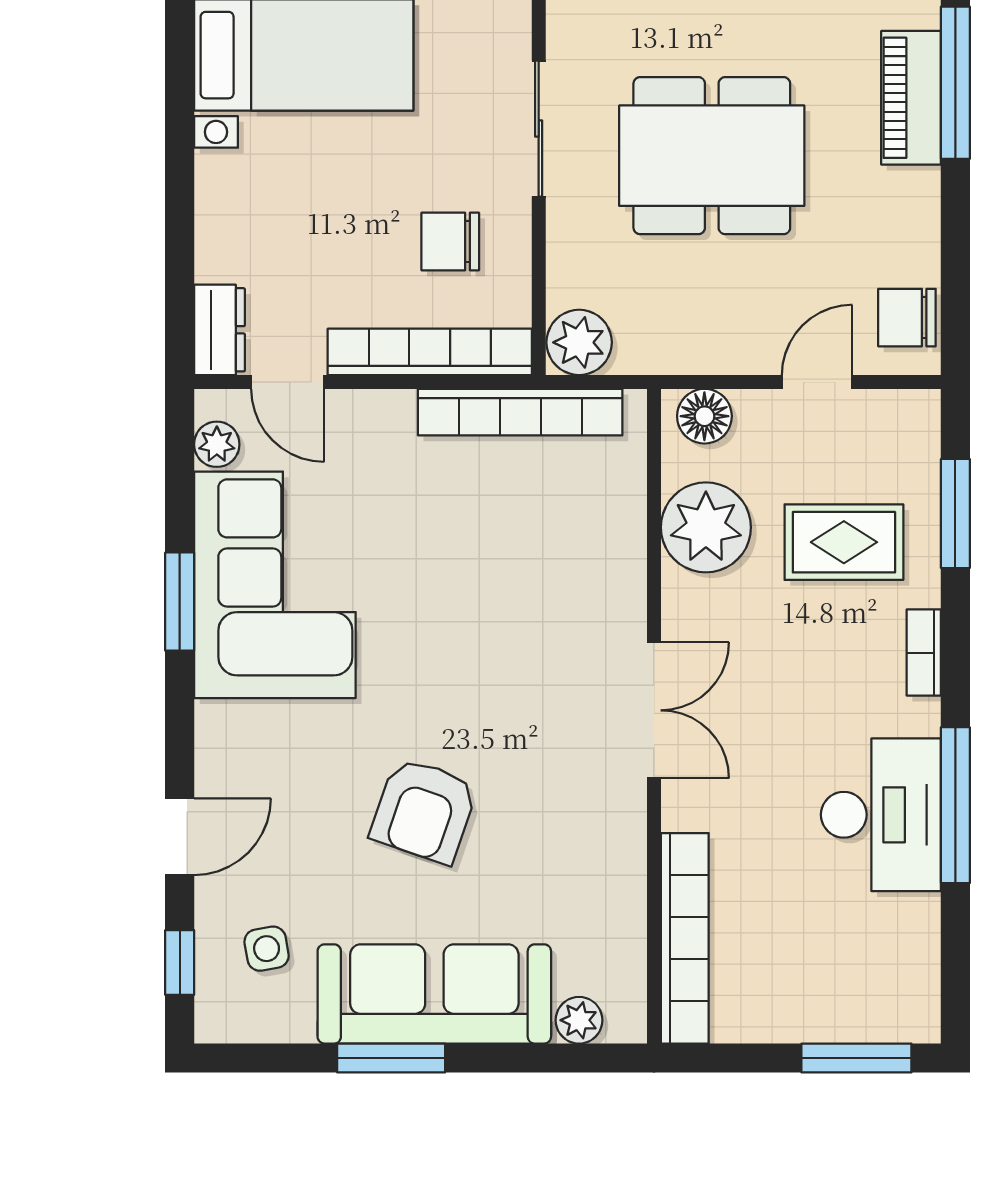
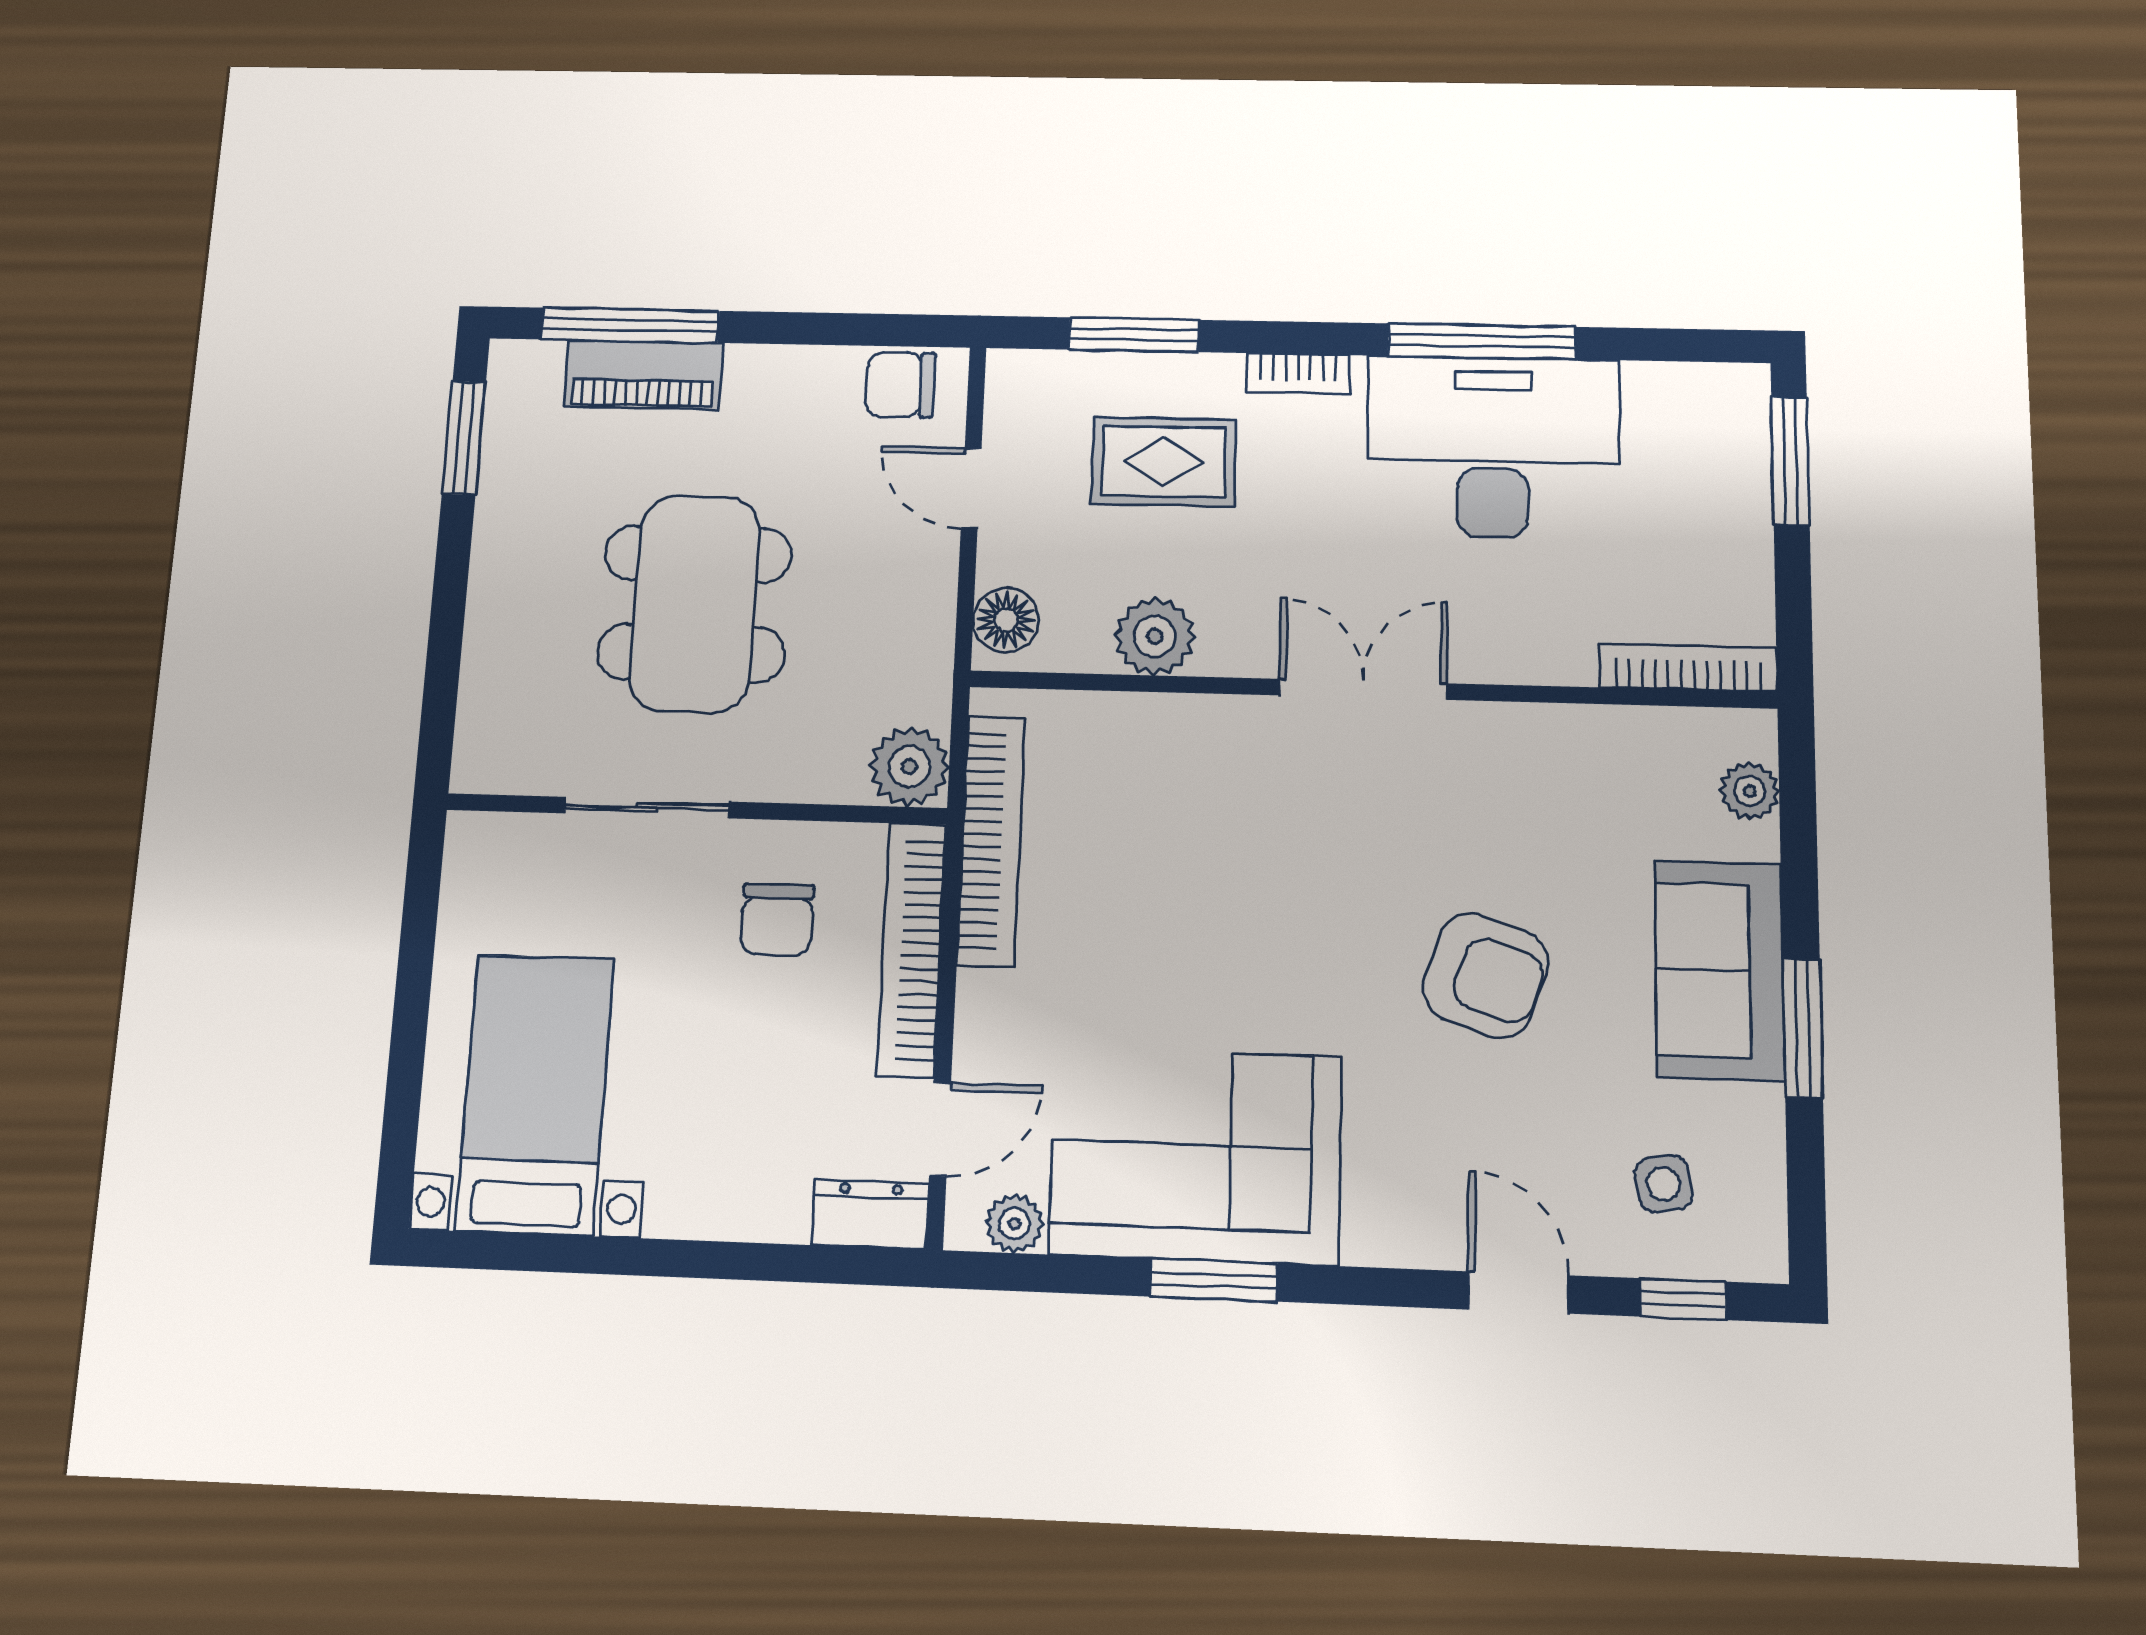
chair: (907, 318) -> (900, 385), turned 90
plant: (706, 527) -> (1155, 636), width x0.73, depth x0.73
rug: (844, 542) -> (1164, 462), turned 90
desk: (881, 815) -> (1493, 447), width x1.36, depth x1.30
bookcase: (685, 938) -> (1688, 668), width x0.68, depth x0.76
sofa: (434, 994) -> (1719, 970), width x0.73

